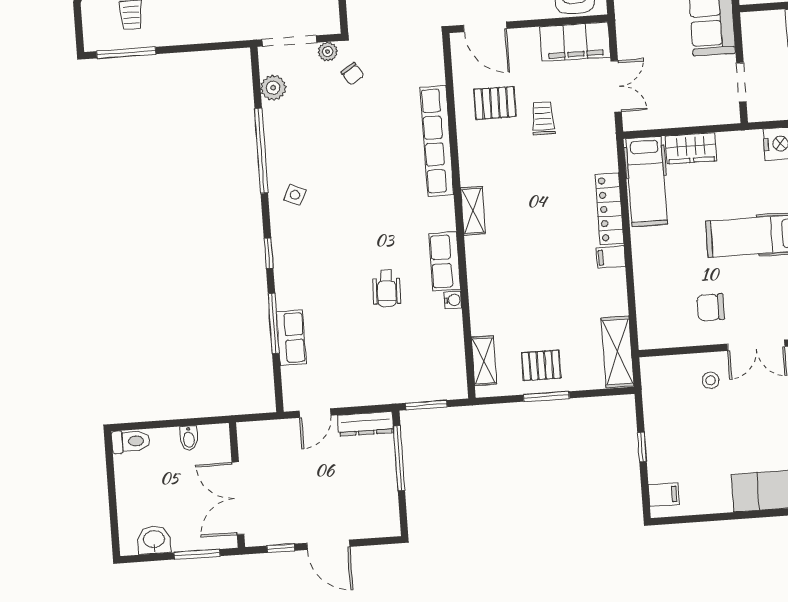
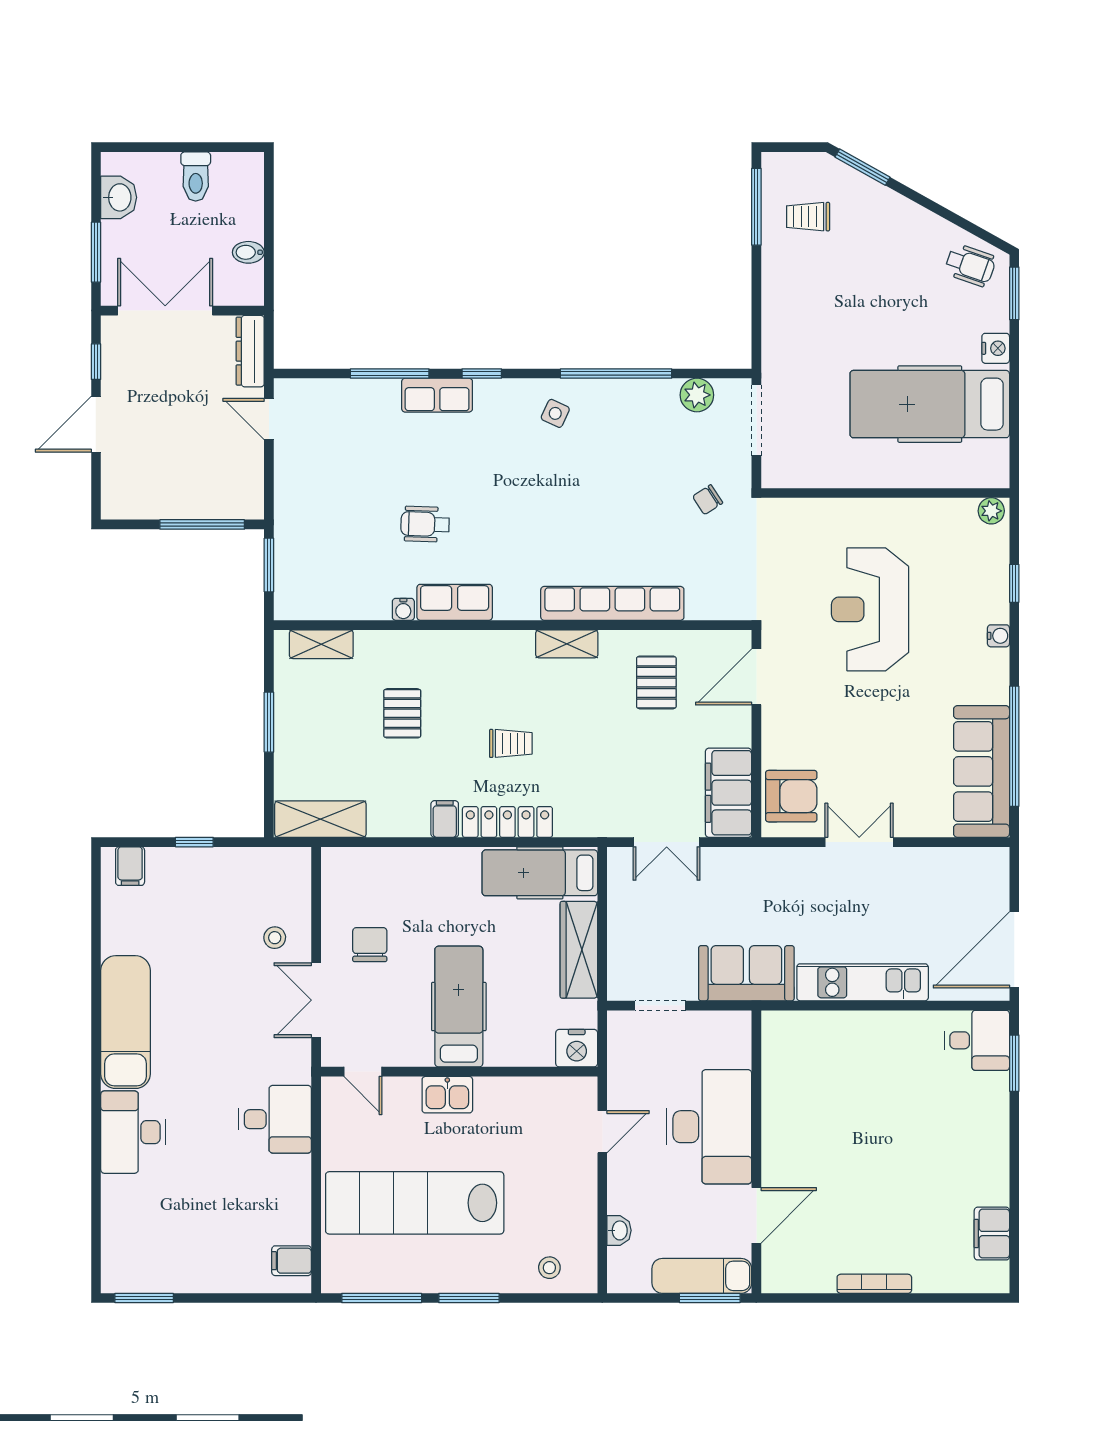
plant: (328, 52) -> (739, 469), removed
trolley: (543, 118) -> (511, 743), moved
wardrobe: (691, 148) -> (579, 950), width x1.50
shelving: (473, 211) -> (567, 644), moved
row of seats: (291, 338) -> (437, 395), moved
pallet: (541, 365) -> (402, 713), moved
dresser: (366, 424) -> (250, 351), moved
toilet: (131, 441) -> (196, 176), moved

